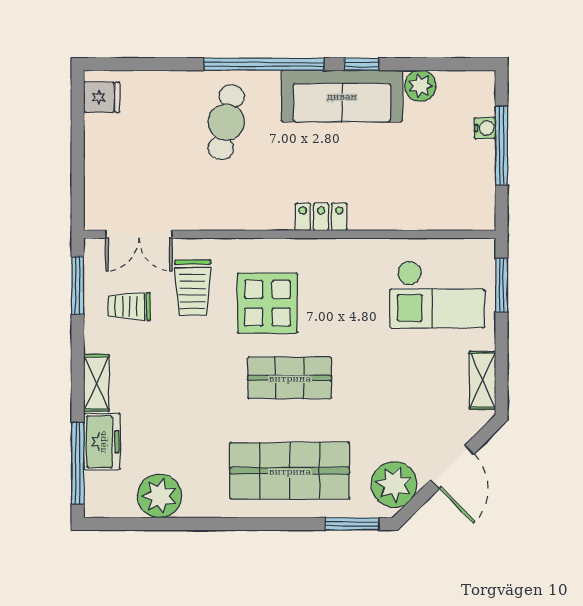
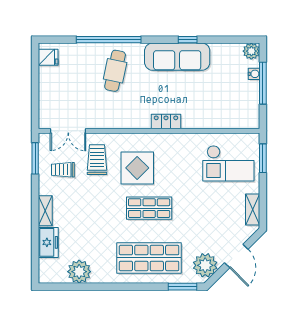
window: (264, 64) -> (109, 40), moved
plant: (420, 86) -> (251, 51), moved
trolley: (193, 288) -> (97, 160), turned 180
window: (78, 463) -> (35, 254), removed

